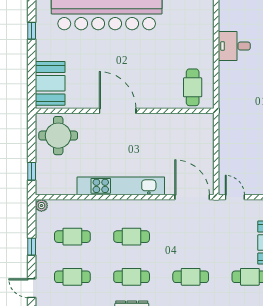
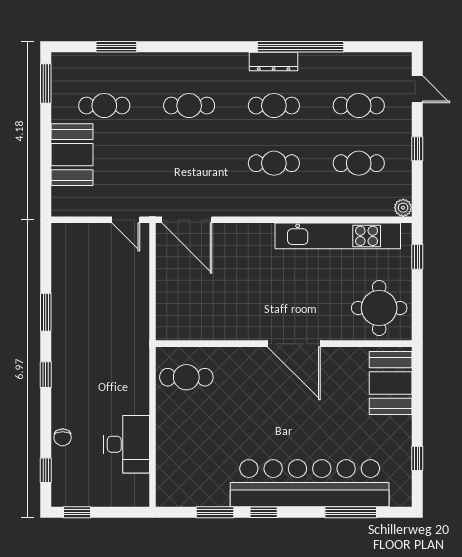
desk: (234, 46) -> (127, 444), width x1.37
cafe table: (193, 87) -> (186, 377), turned 90
kitchen unit: (121, 186) -> (338, 236), moved

